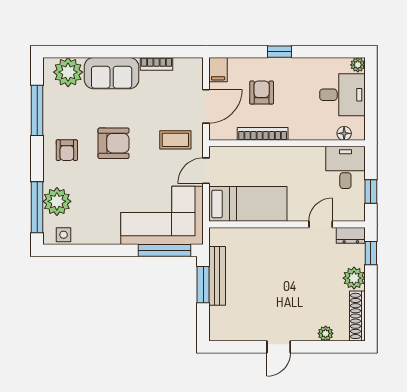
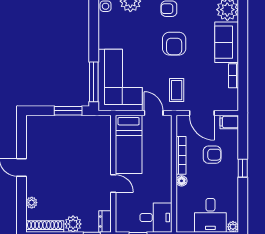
floor lamp: (344, 133) -> (182, 181), moved
door: (321, 224) -> (113, 184), moved
bench: (217, 276) -> (75, 121), removed

